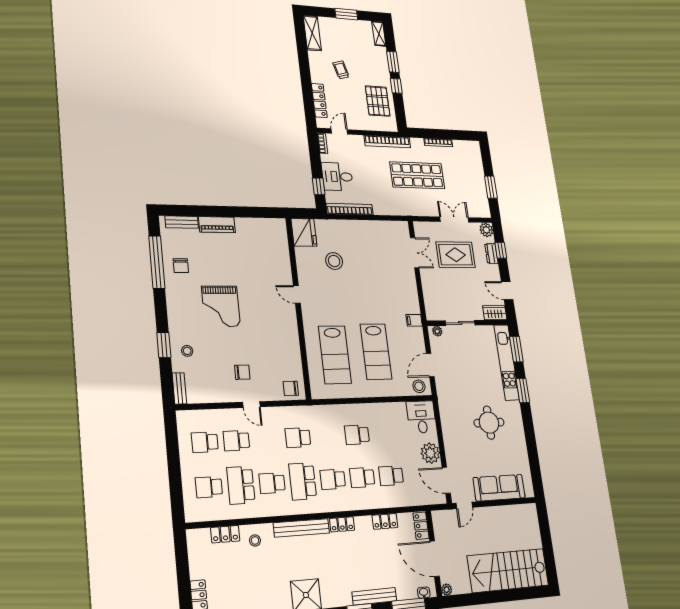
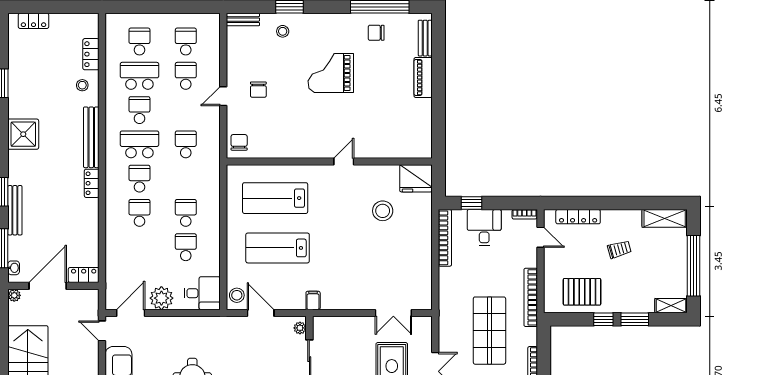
window: (346, 14) -> (694, 266), width x2.11
school desk: (391, 476) -> (186, 247), moved
locker: (385, 521) -> (91, 233), removed

